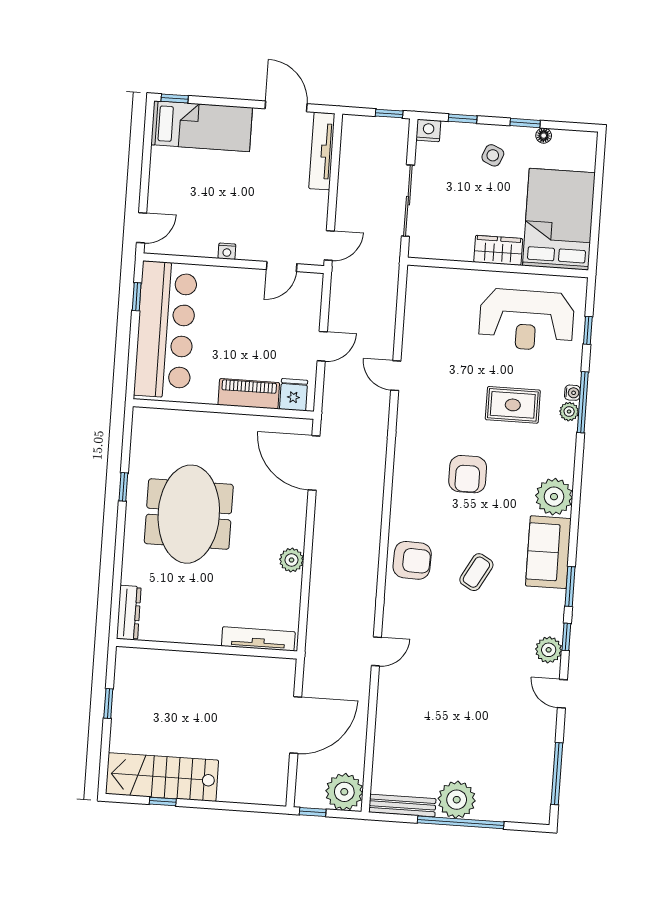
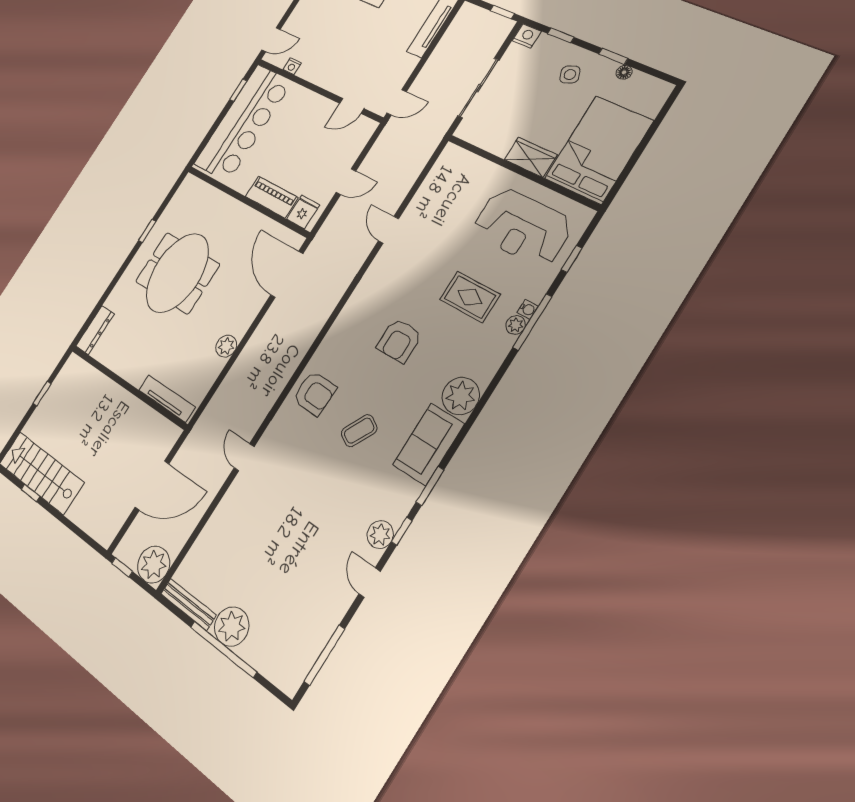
side table: (493, 155) -> (570, 75), turned 45
nightstand: (227, 251) -> (292, 66), moved
door: (376, 651) -> (244, 457), swing flipped

